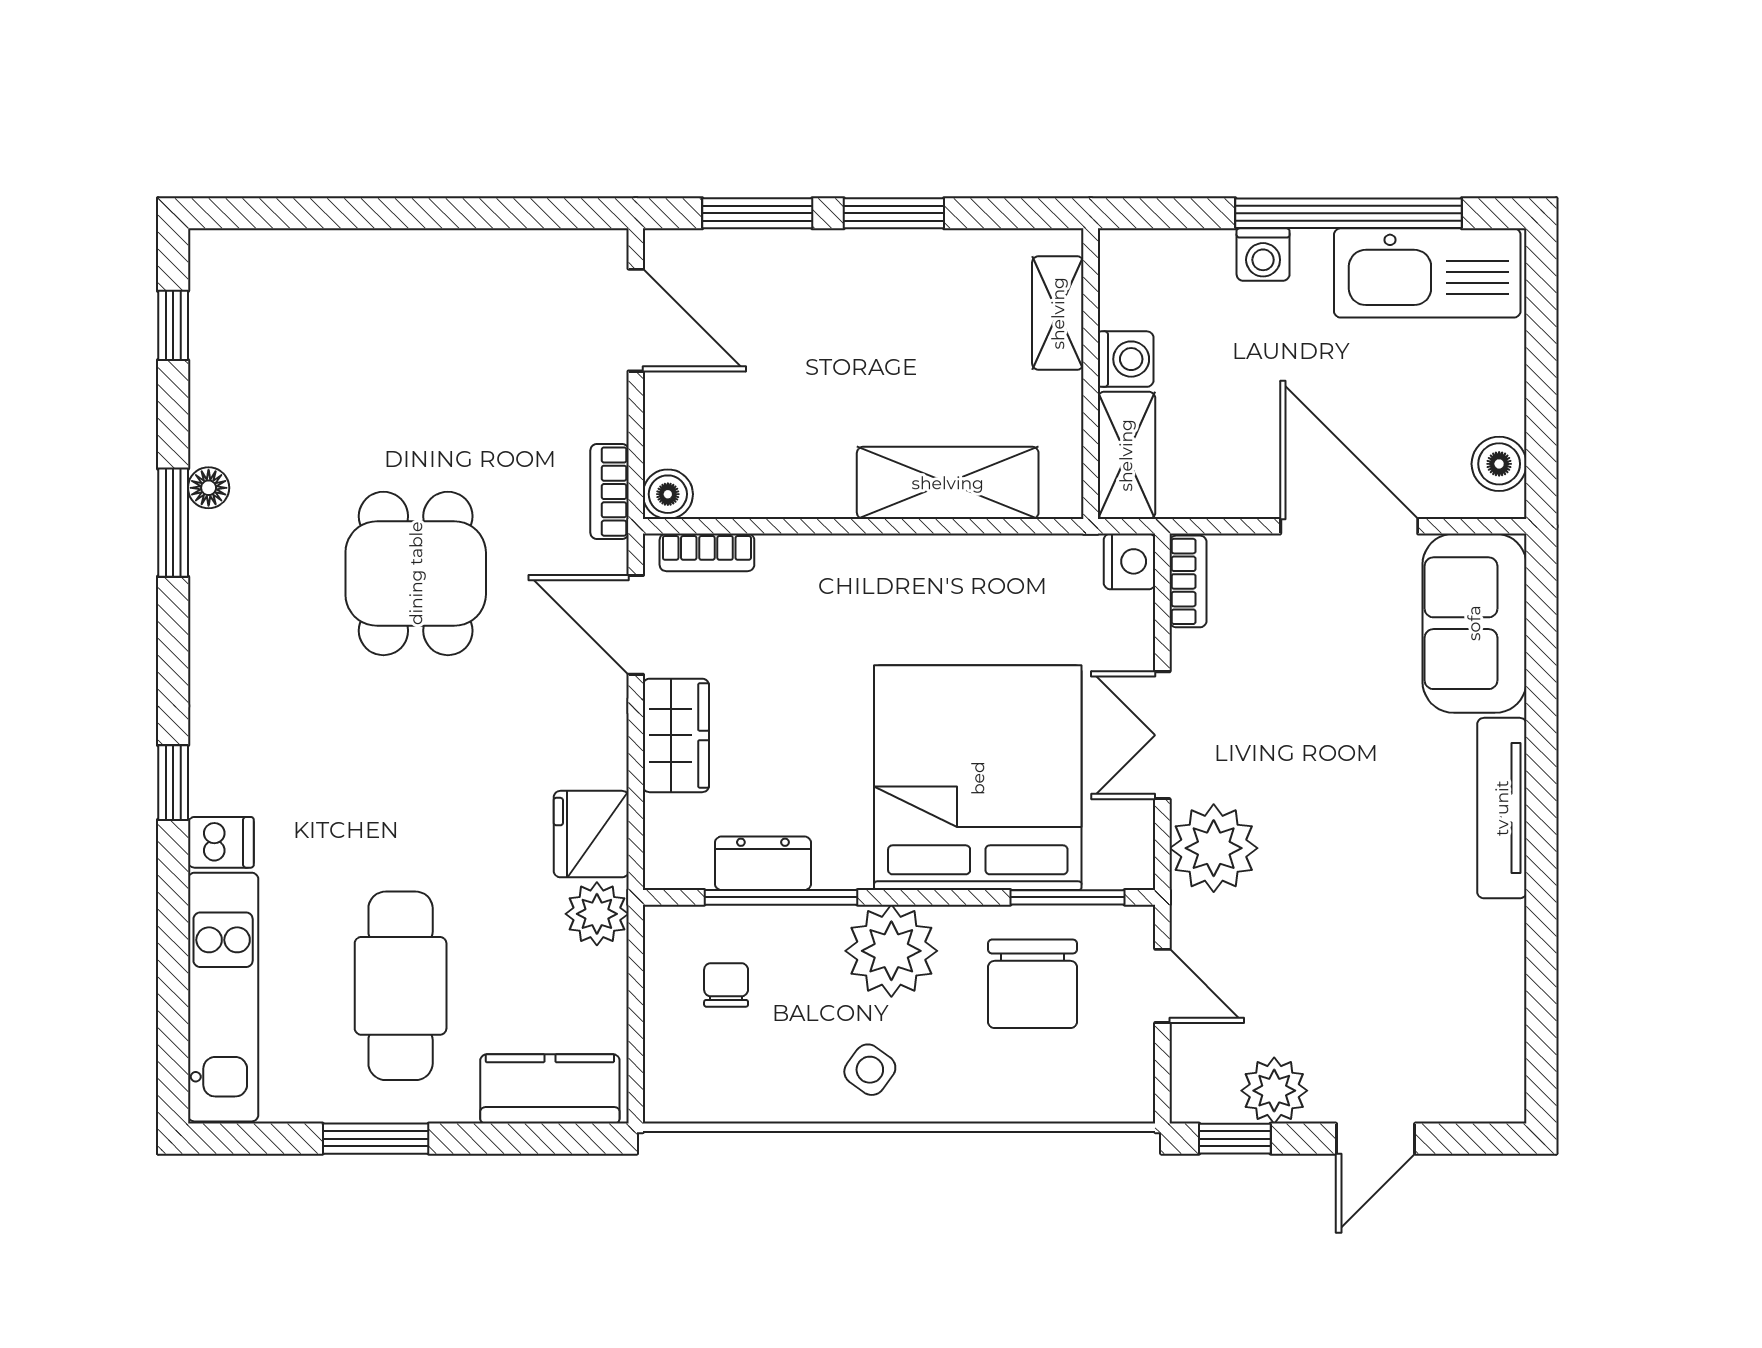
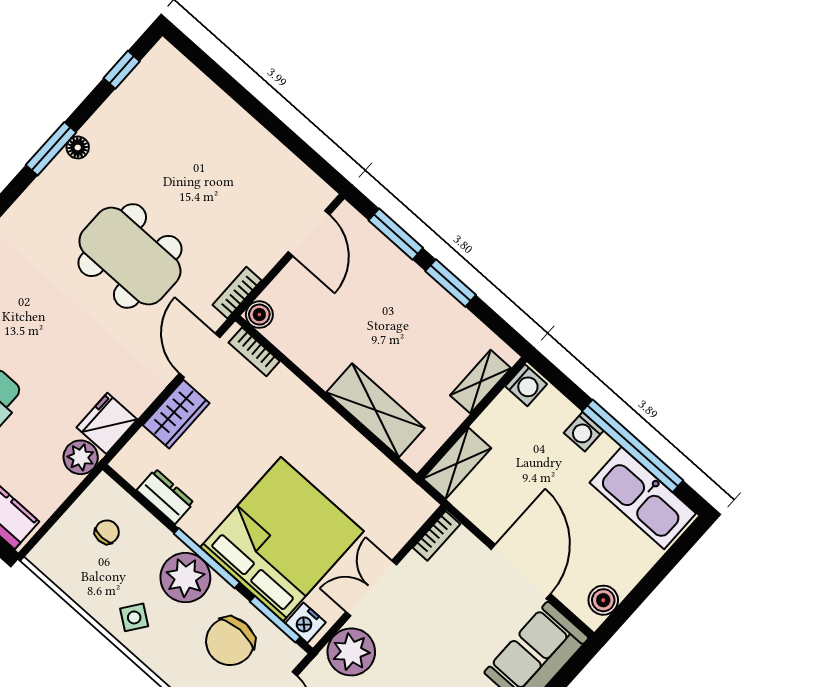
washing machine: (1126, 359) -> (526, 385), moved
nightstand: (1130, 561) -> (305, 623), moved, turned 90
dining table: (416, 573) -> (130, 256), width x1.38
window: (781, 897) -> (207, 558), moved

